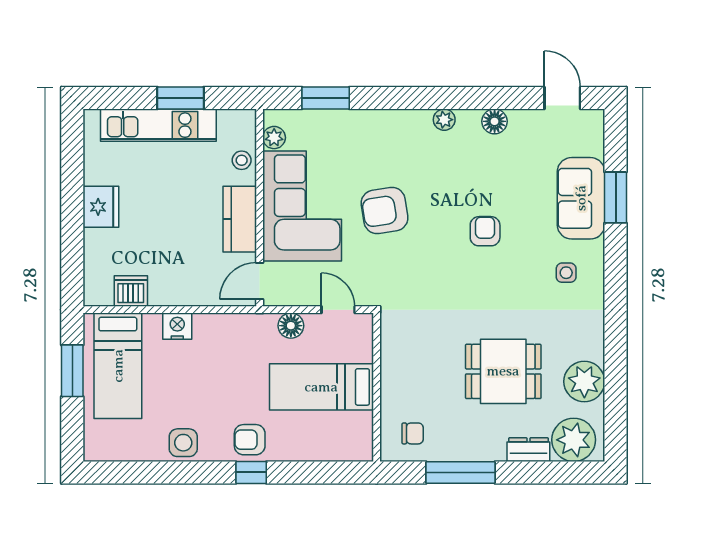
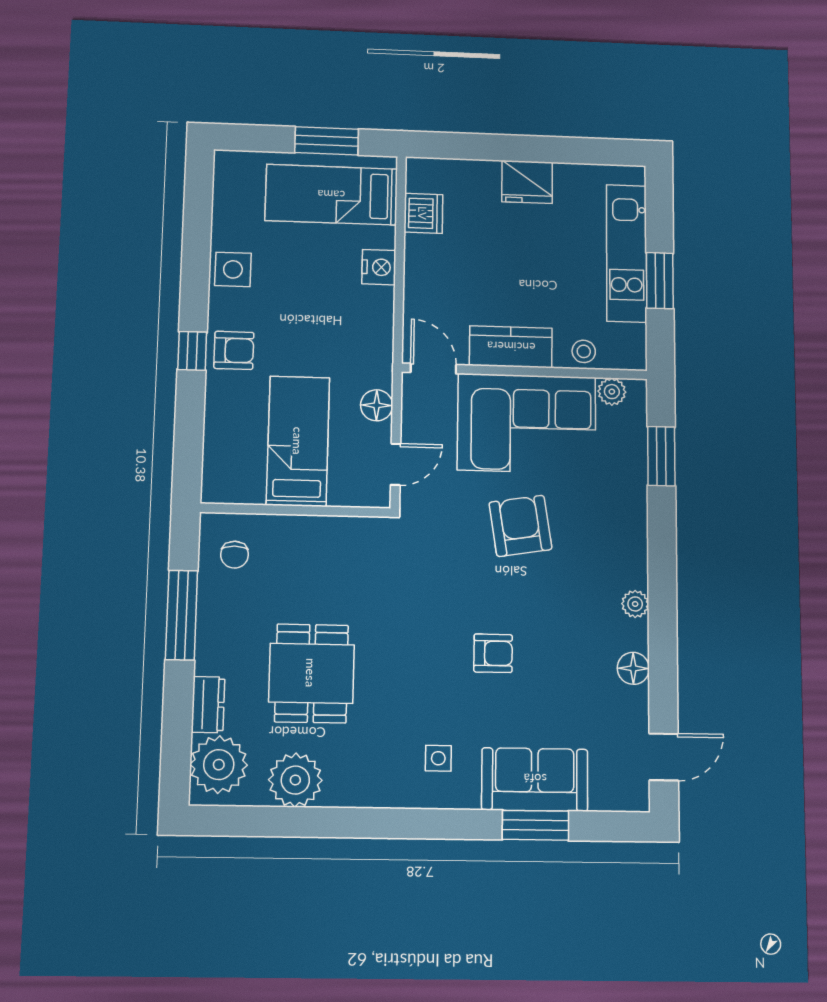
armchair: (250, 440) -> (234, 350), turned 90

